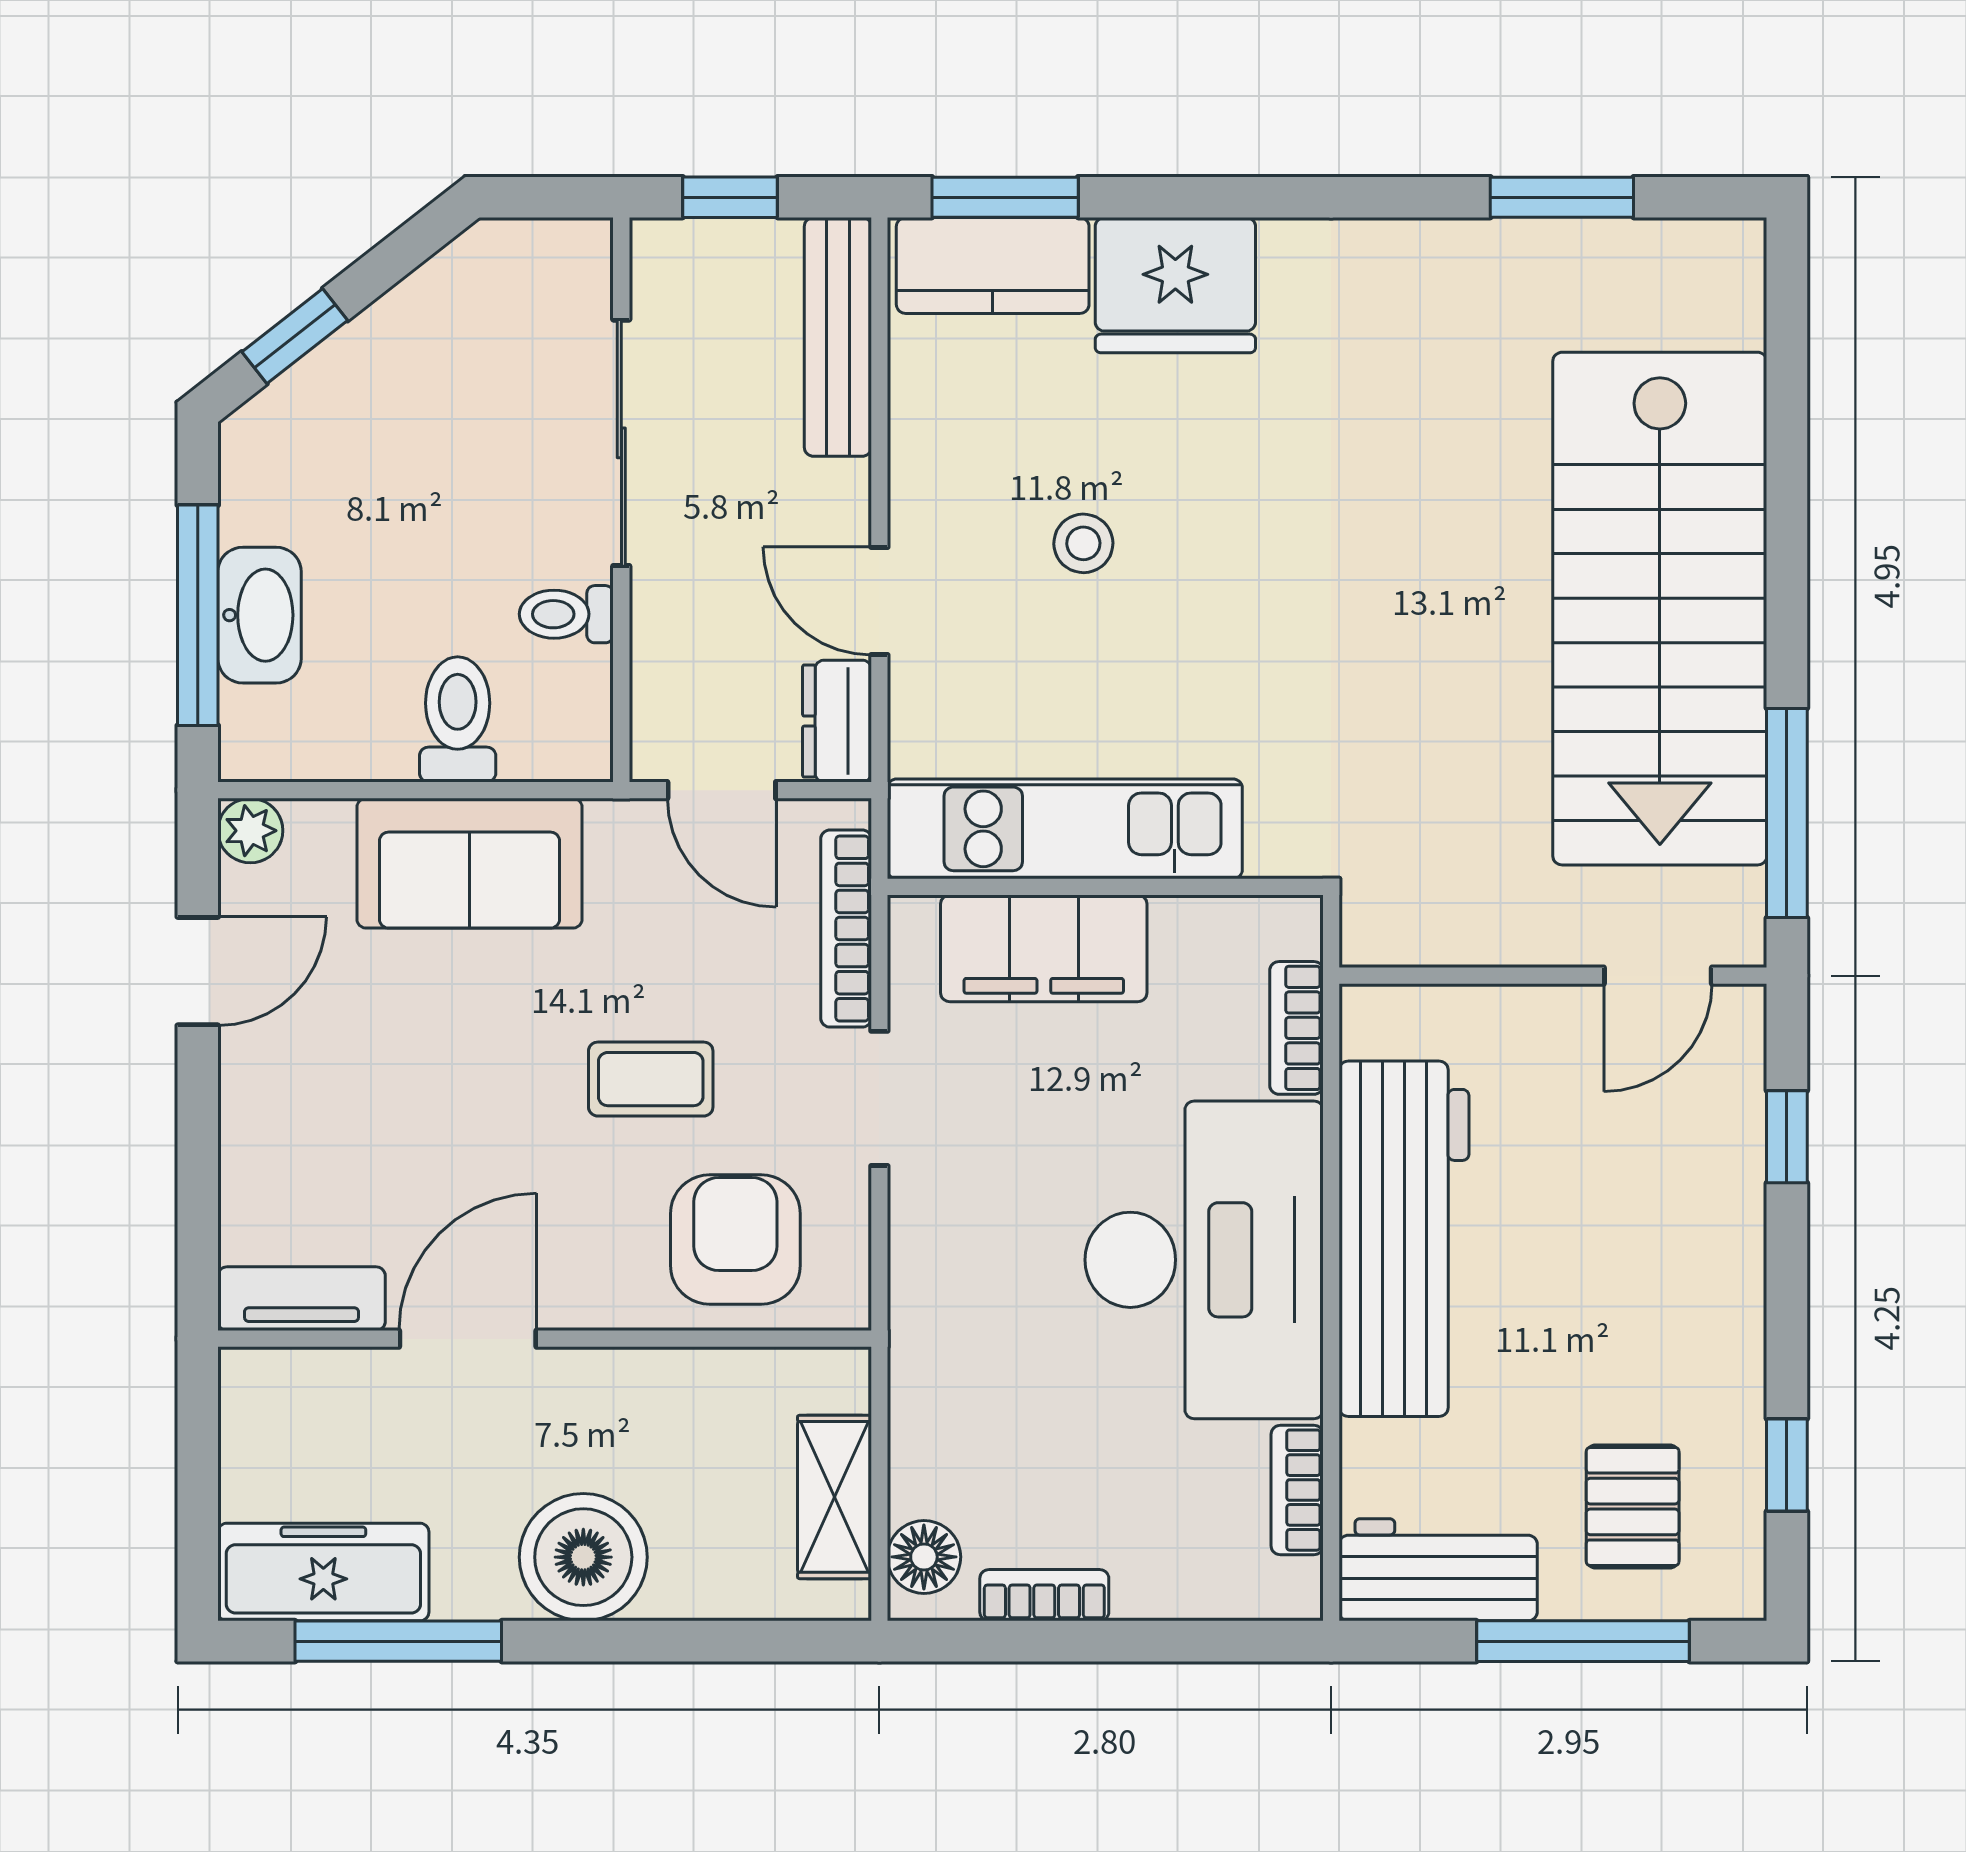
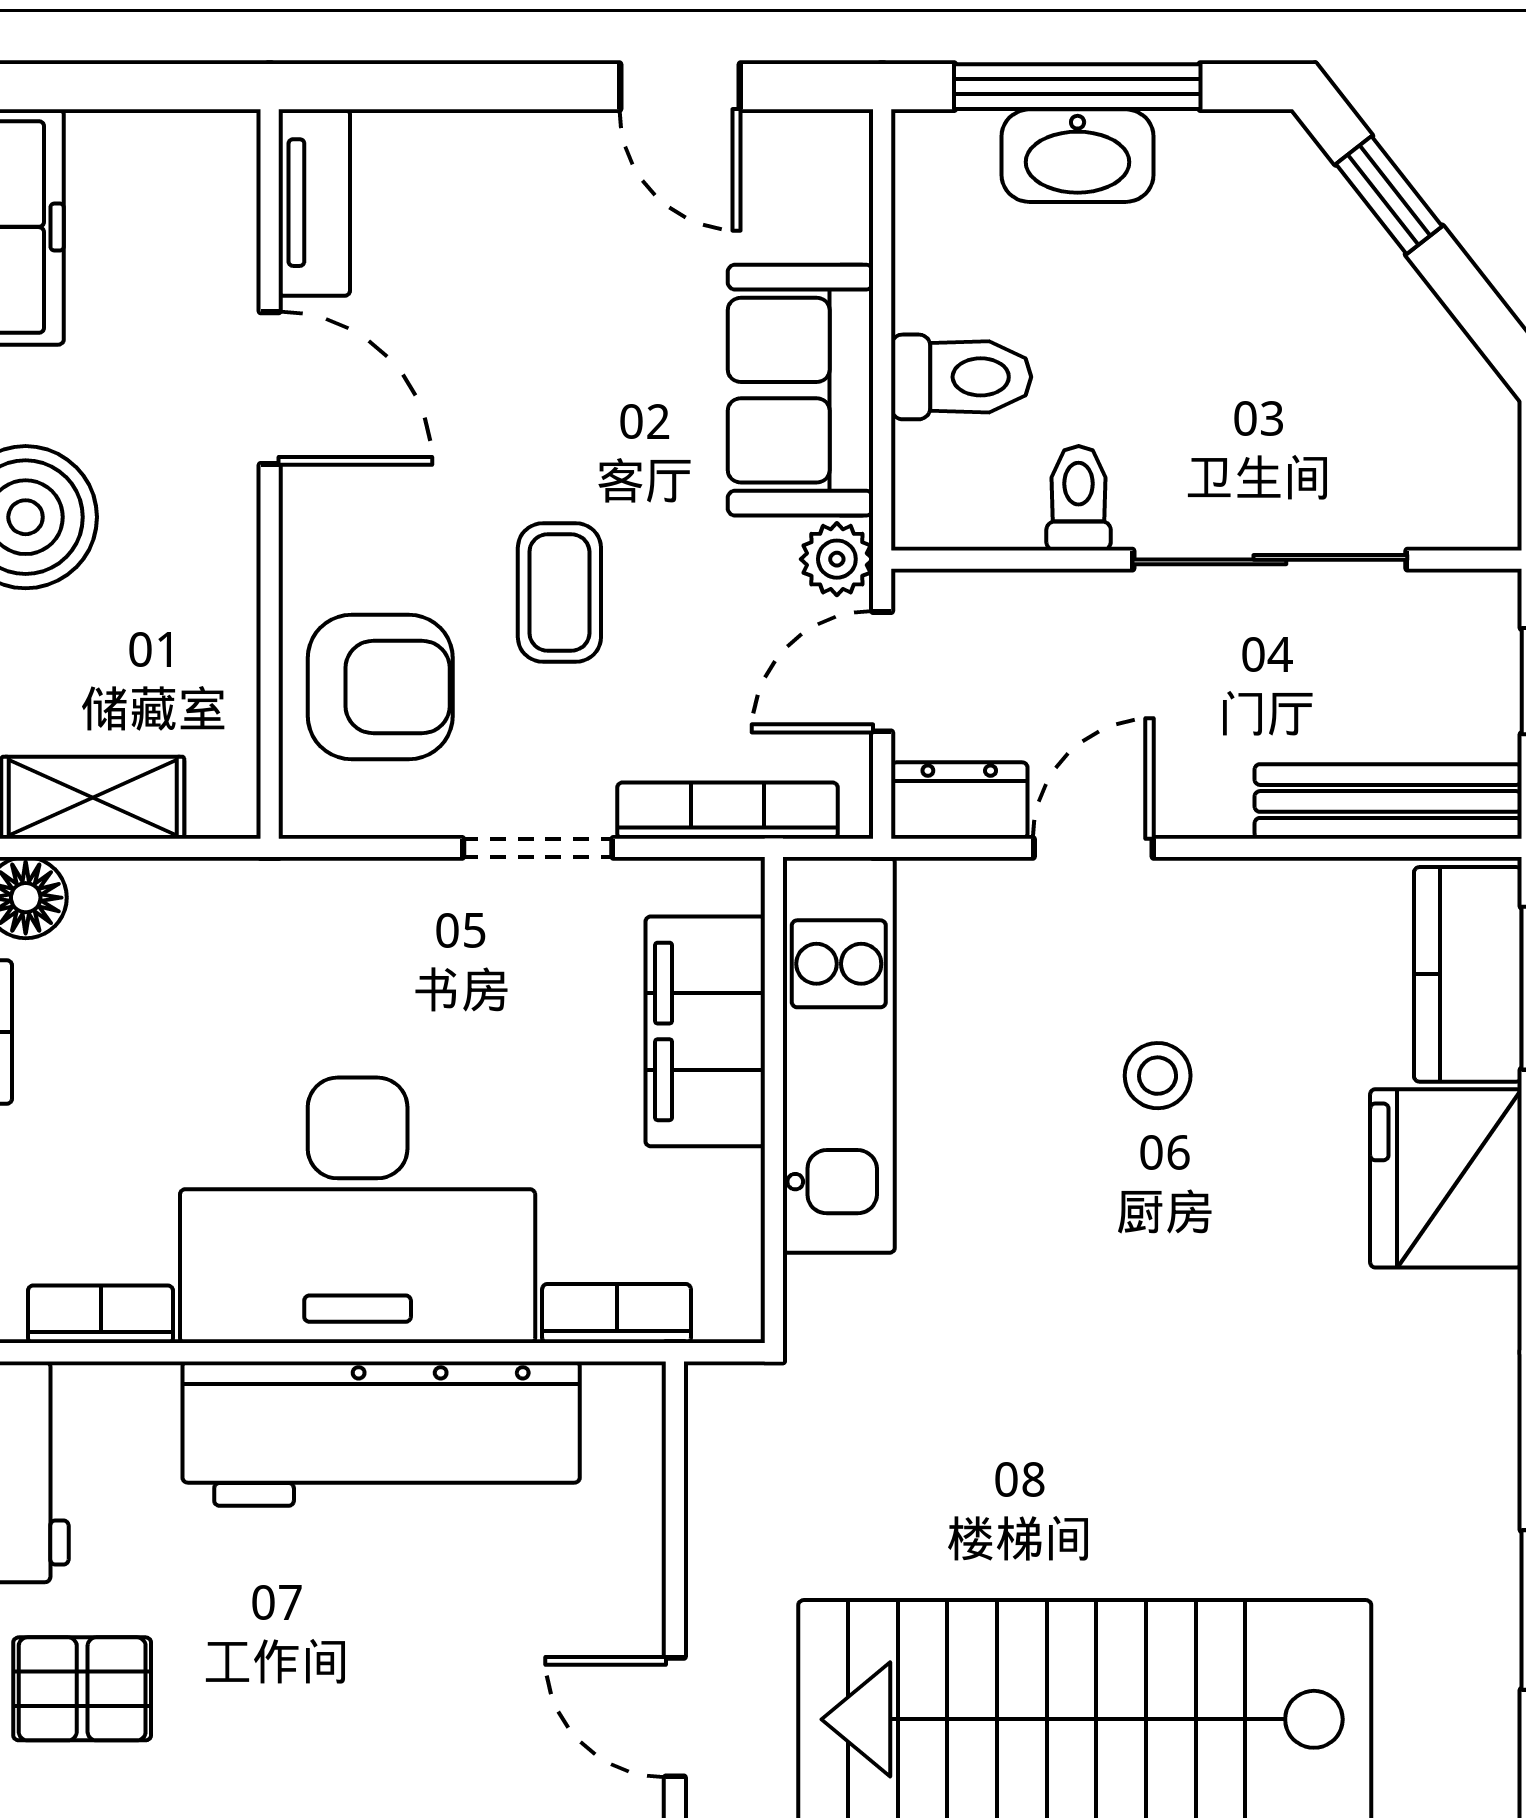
plant: (250, 831) -> (837, 559), moved

